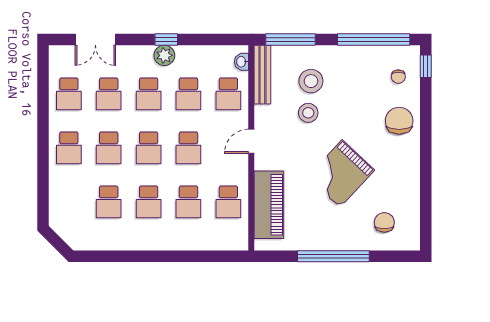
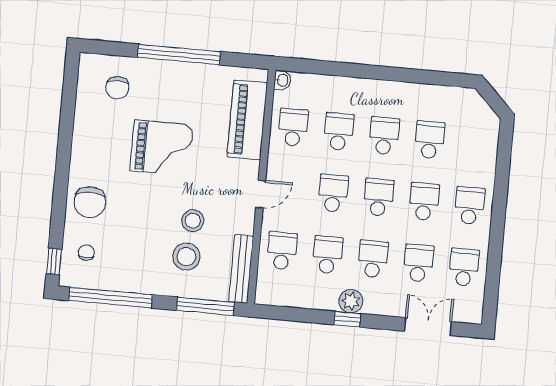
washbasin: (242, 62) -> (282, 80), moved
grand piano: (341, 174) -> (162, 148), turned 47

